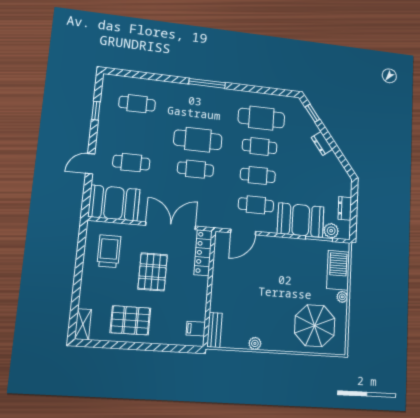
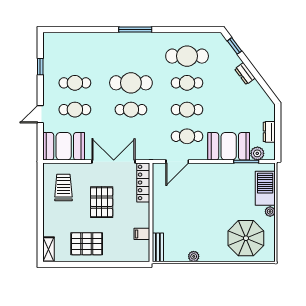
cafe table: (137, 104) -> (75, 83), moved
filing cabinet: (196, 329) -> (142, 234), moved

